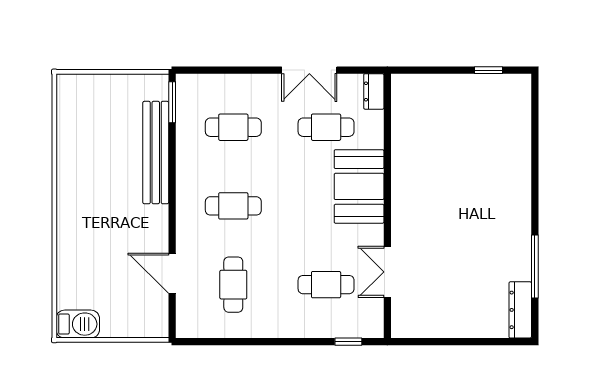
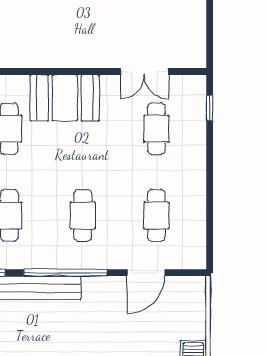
window: (172, 187) -> (65, 273), added
cafe table: (233, 285) -> (156, 215), turned 90

